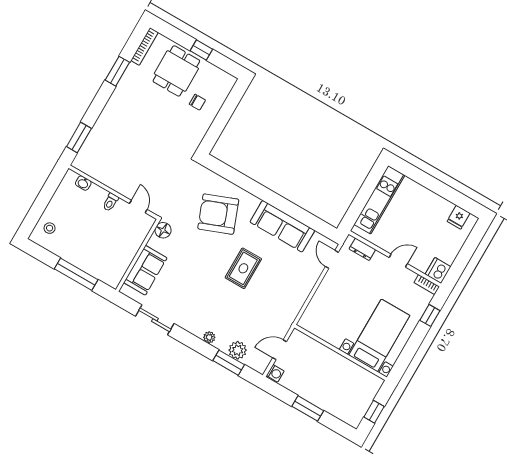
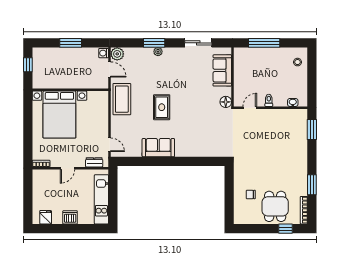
window: (201, 50) -> (285, 229), moved
door: (138, 207) -> (250, 108), swing flipped
armchair: (218, 214) -> (197, 132), removed
sofa: (282, 226) -> (158, 148), width x0.73
dishwasher: (438, 270) -> (70, 217), moved, turned -90
coffee table: (285, 306) -> (122, 99), added
window: (430, 315) -> (28, 145), removed
bed with nightstands: (379, 335) -> (59, 115), width x1.36
plant: (238, 350) -> (117, 54), moved
door: (280, 350) -> (110, 69), hinge flipped
window: (229, 363) -> (154, 43), moved

